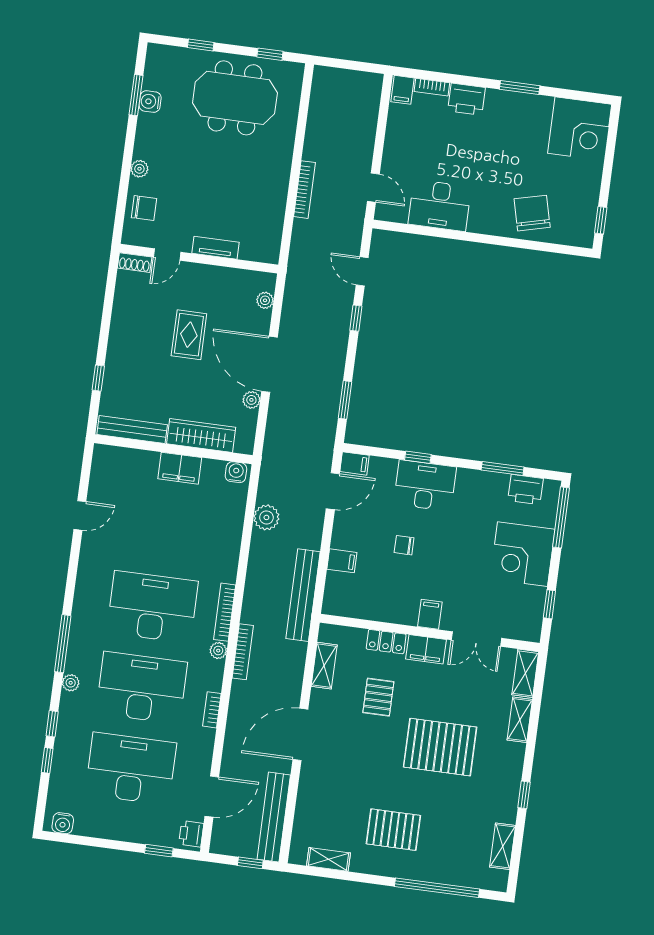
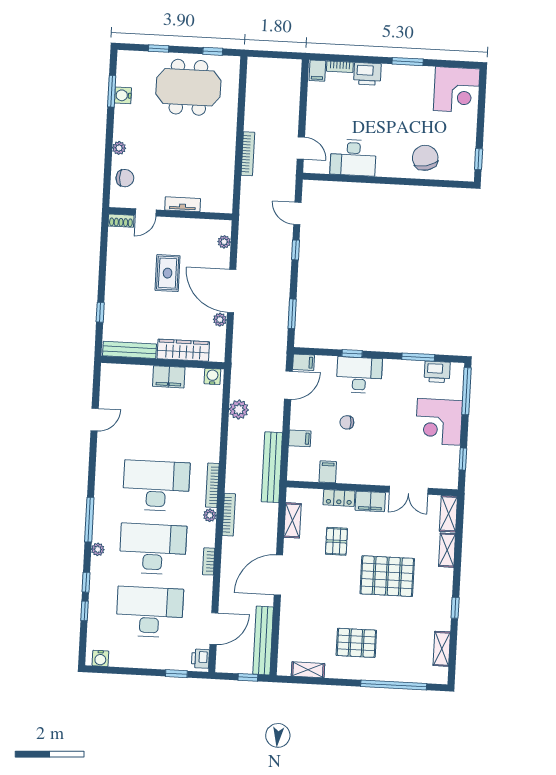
filing cabinet: (430, 614) -> (328, 472), moved

